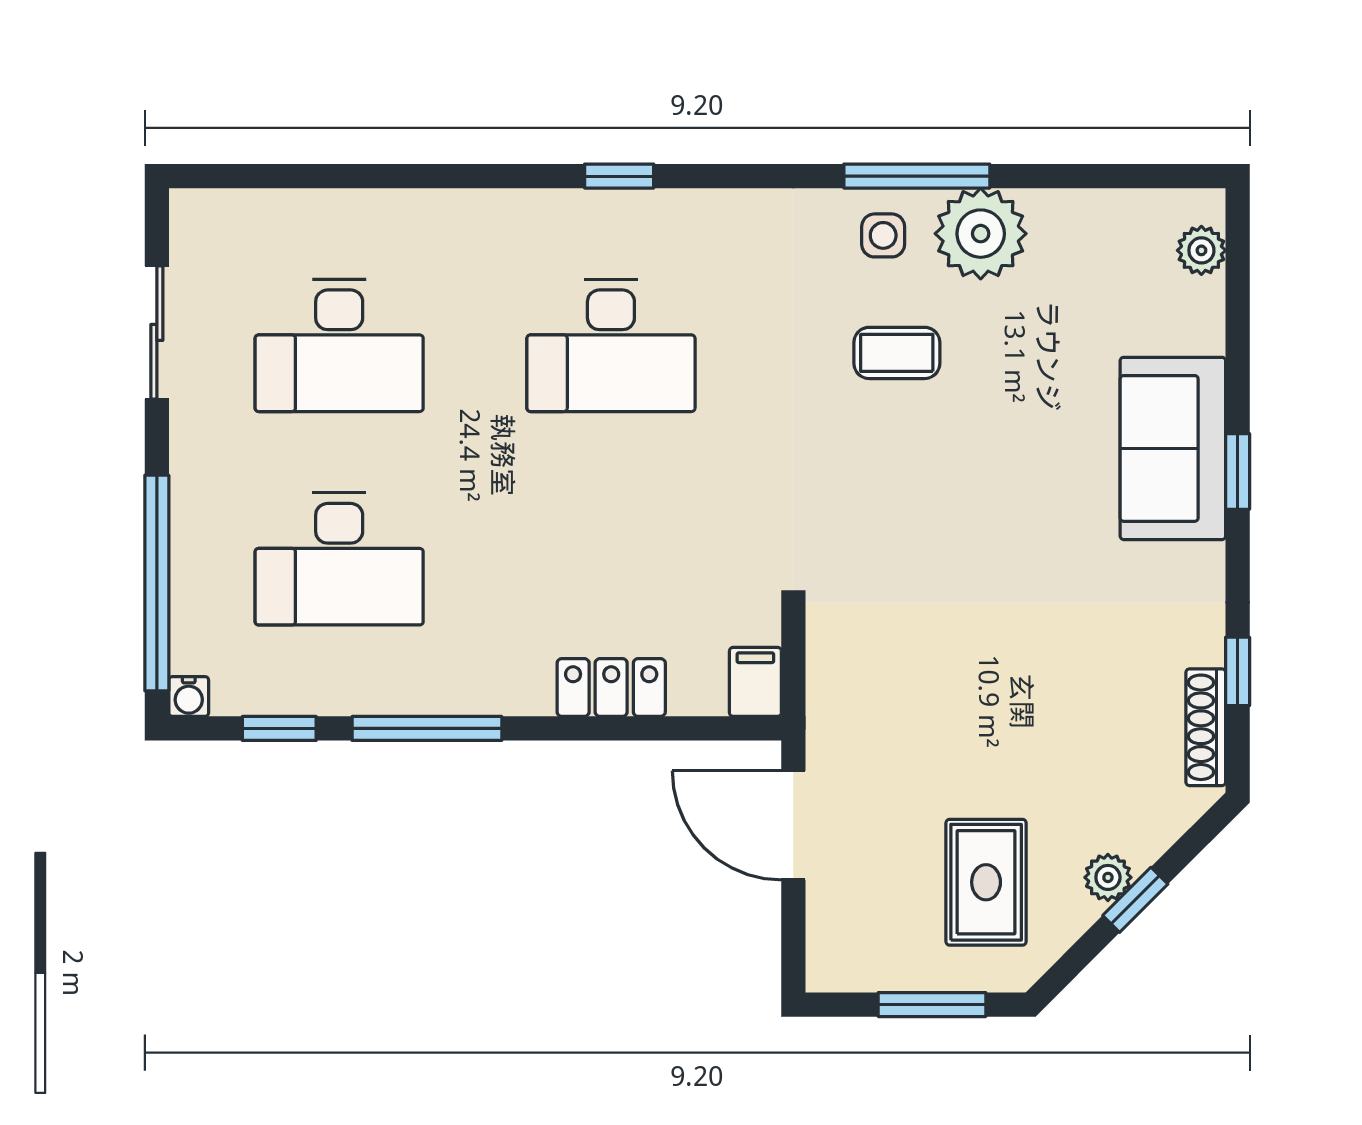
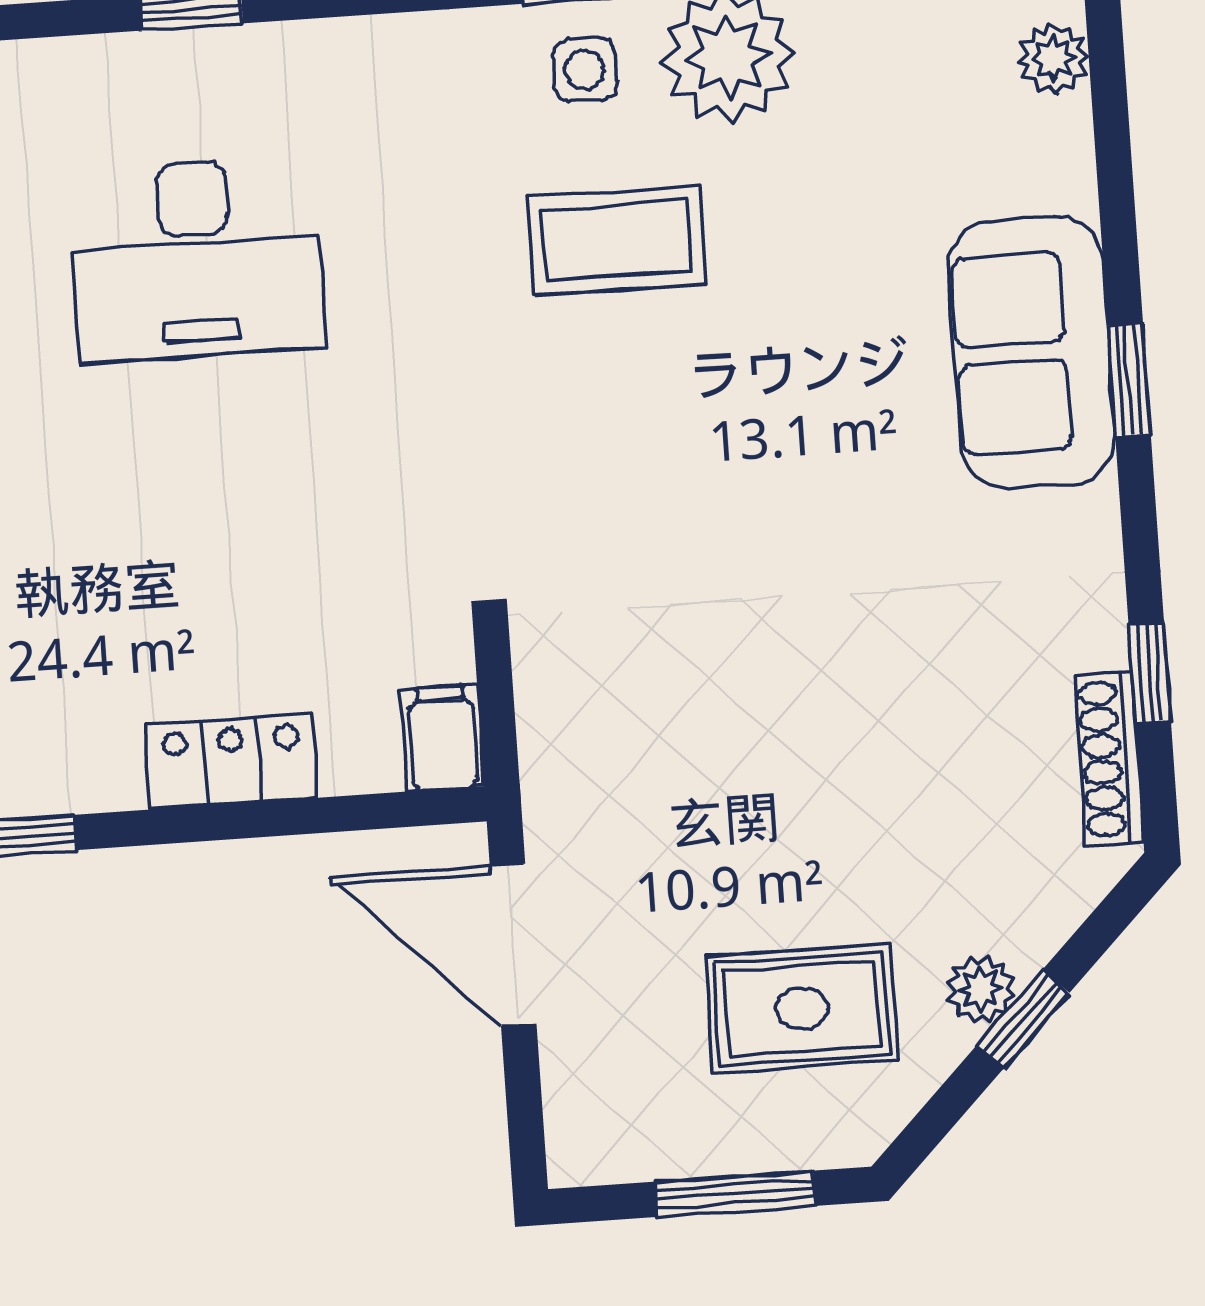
coffee table: (897, 353) -> (617, 241), width x1.36, depth x1.30
rug: (986, 882) -> (802, 1009), turned 90

